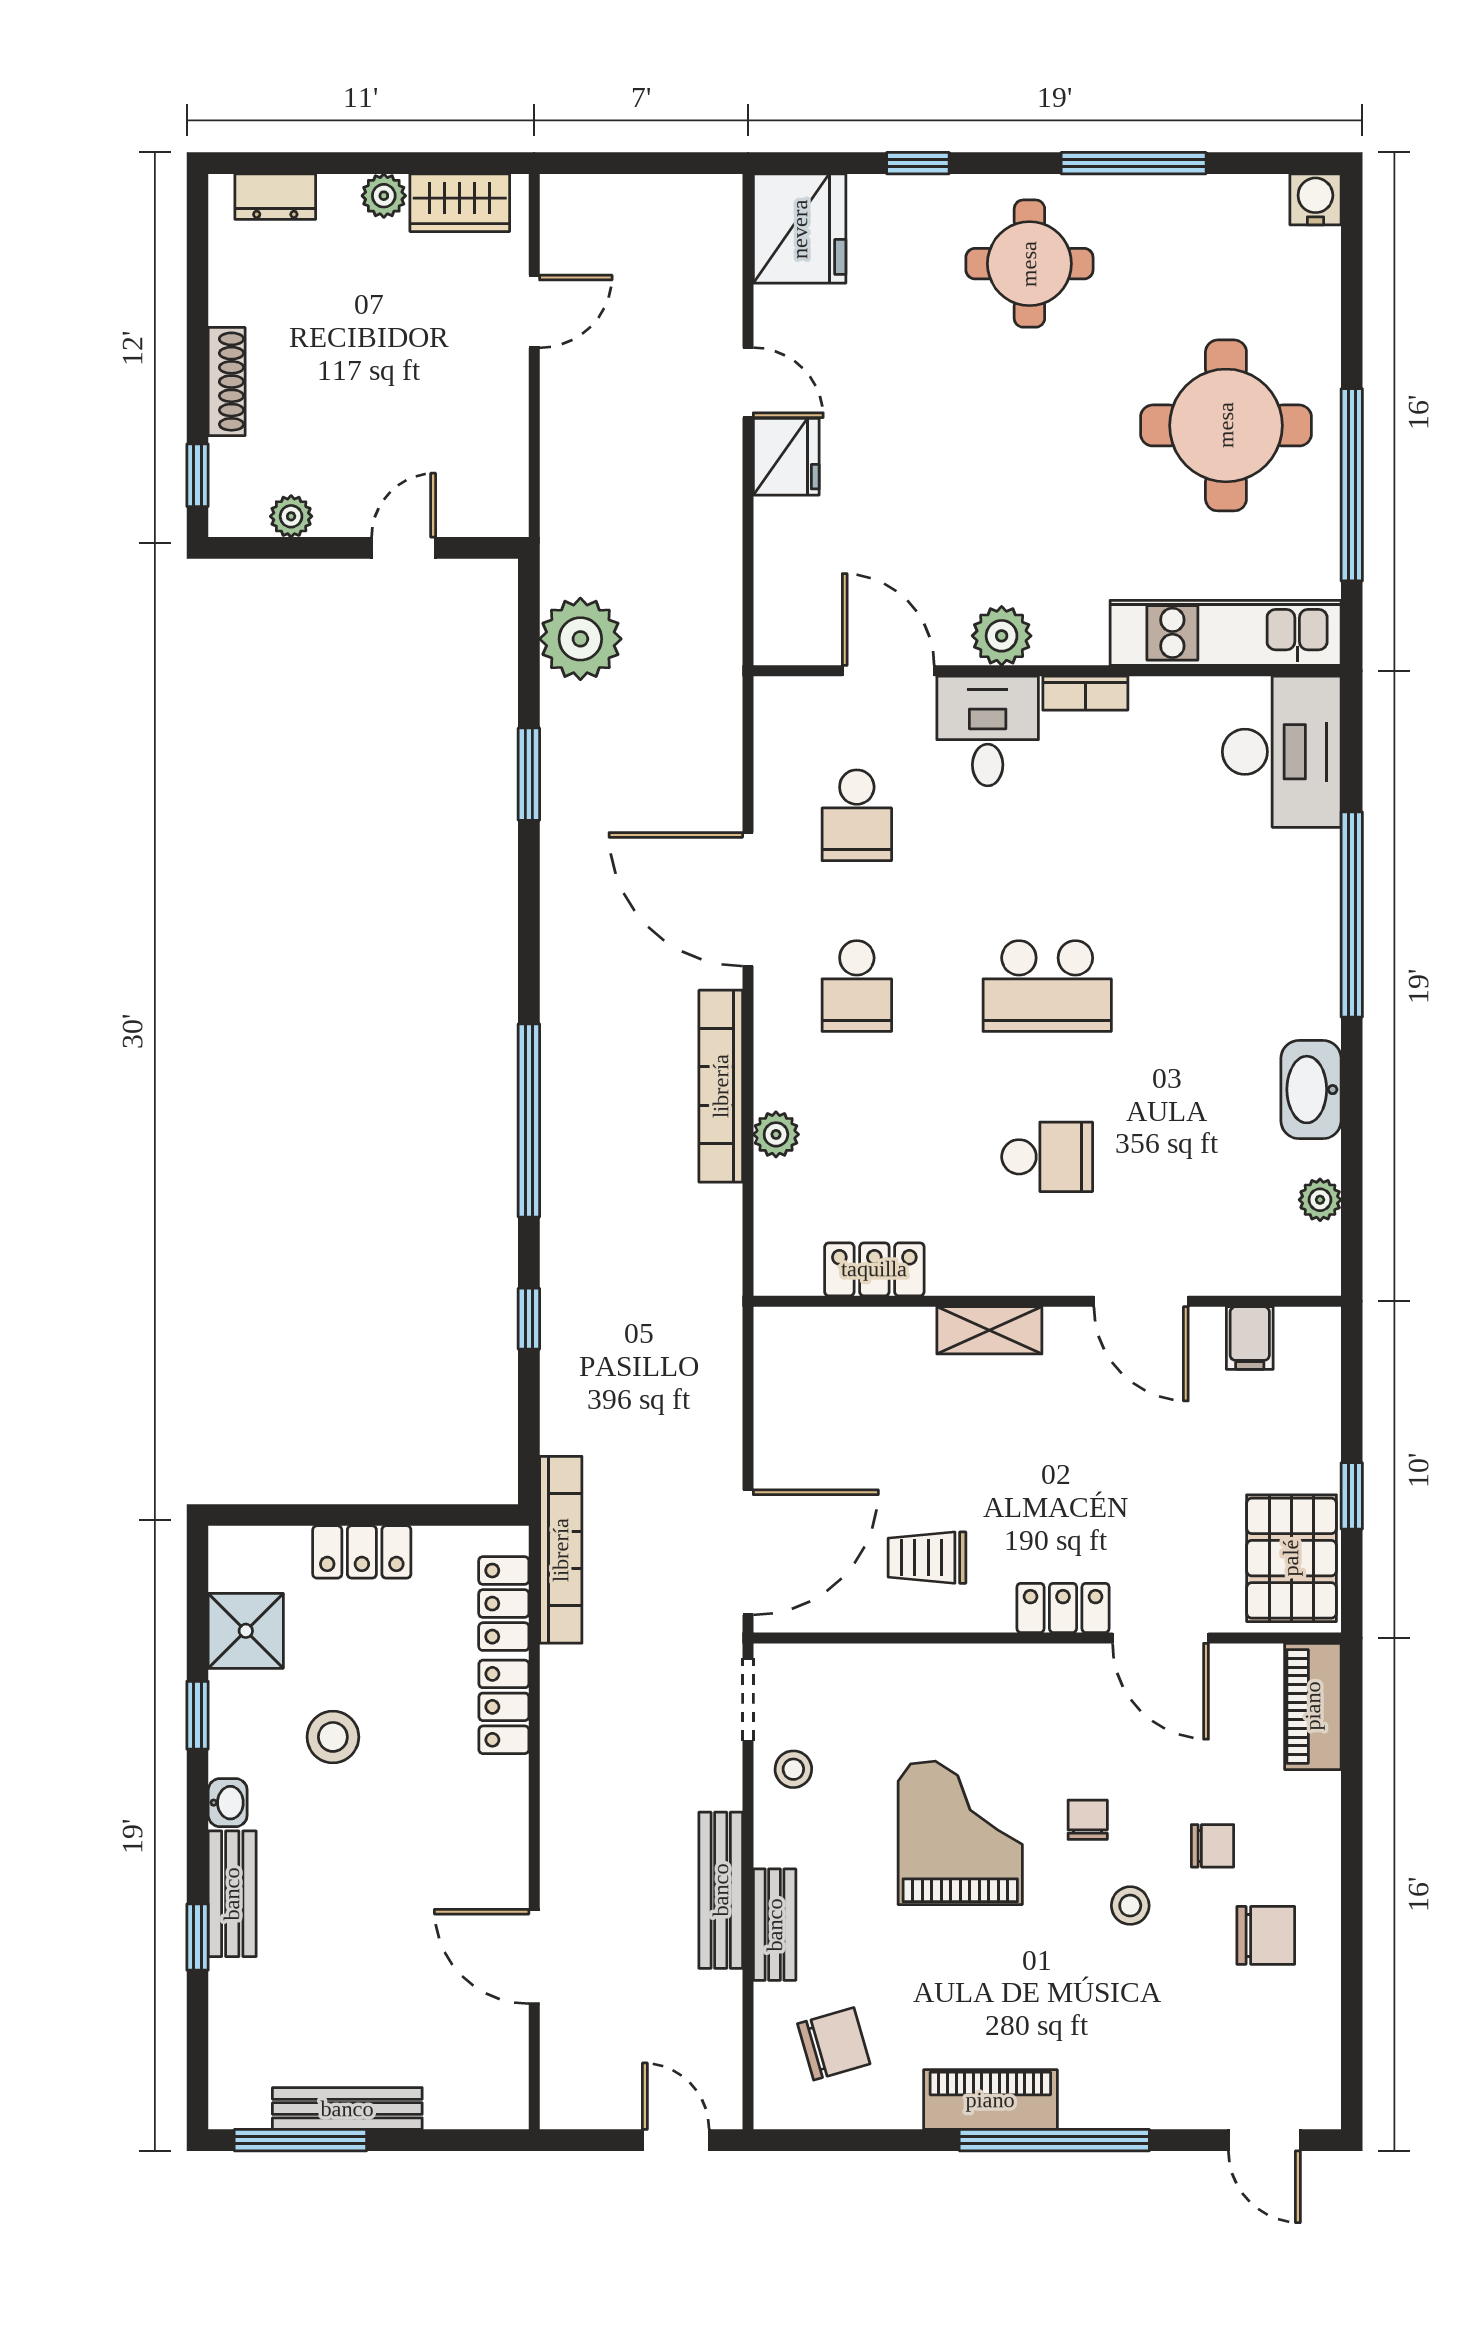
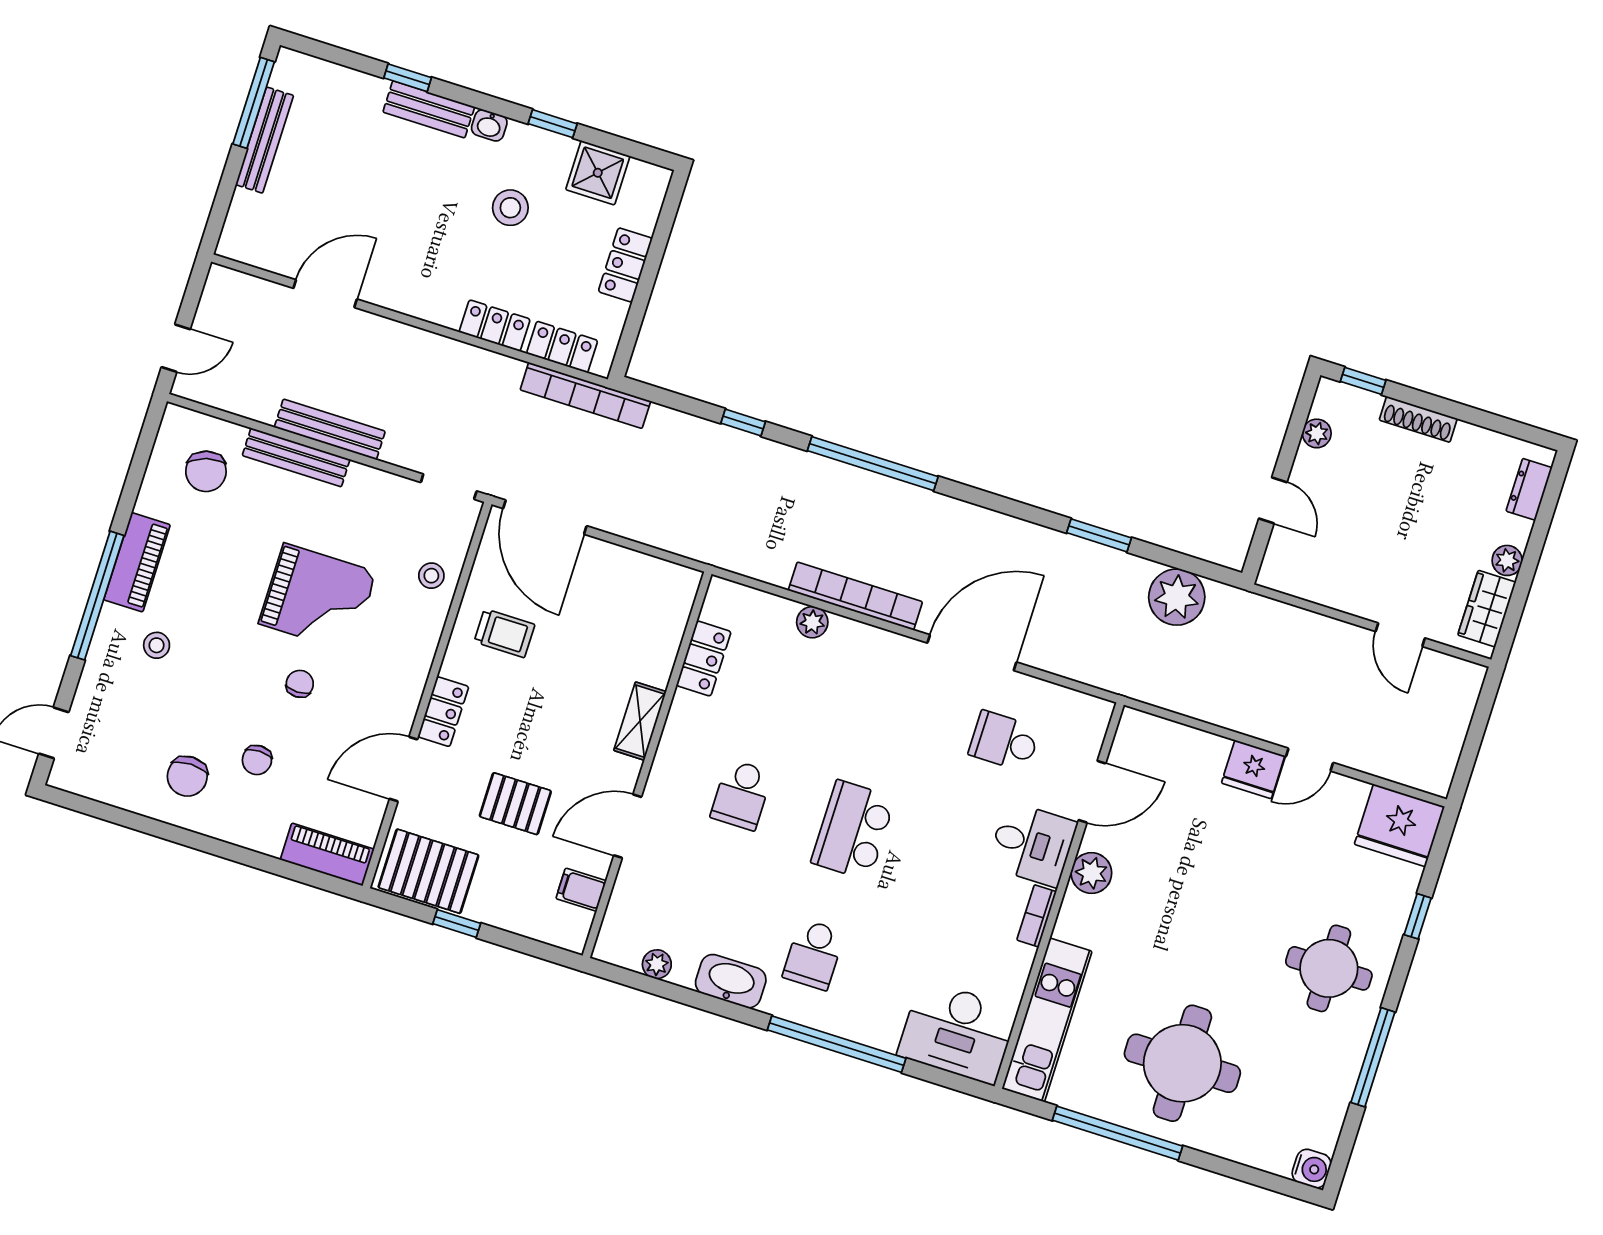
school desk: (857, 986) -> (814, 955), moved, turned -90
pallet: (1159, 1467) -> (515, 804), added
trolley: (927, 1558) -> (504, 633), turned 90
stool: (793, 1769) -> (431, 576), moved
chair: (1088, 1820) -> (300, 684), turned -90
stool: (1130, 1906) -> (157, 645), moved
bench: (775, 1925) -> (296, 457), width x1.36

